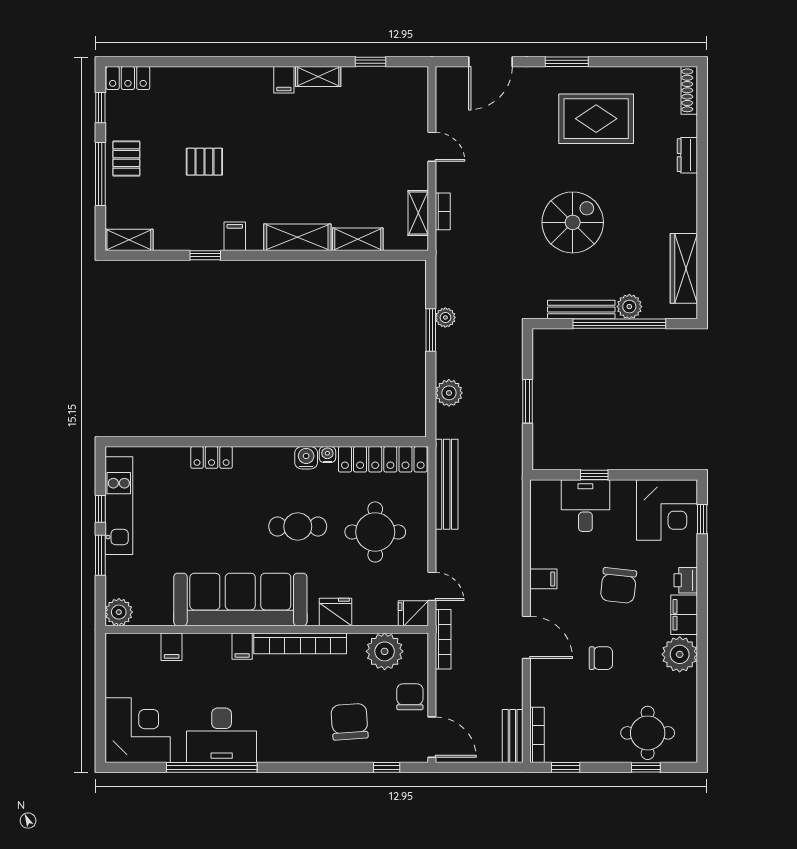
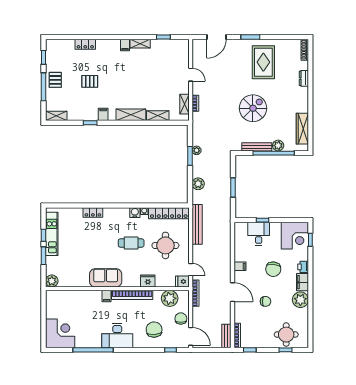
locker: (128, 78) -> (85, 44), moved
rug: (596, 119) -> (263, 62), turned 90
sofa: (240, 599) -> (106, 278), width x0.54, depth x0.79
filing cabinet: (172, 647) -> (75, 296), removed
desk: (222, 735) -> (117, 336), moved

